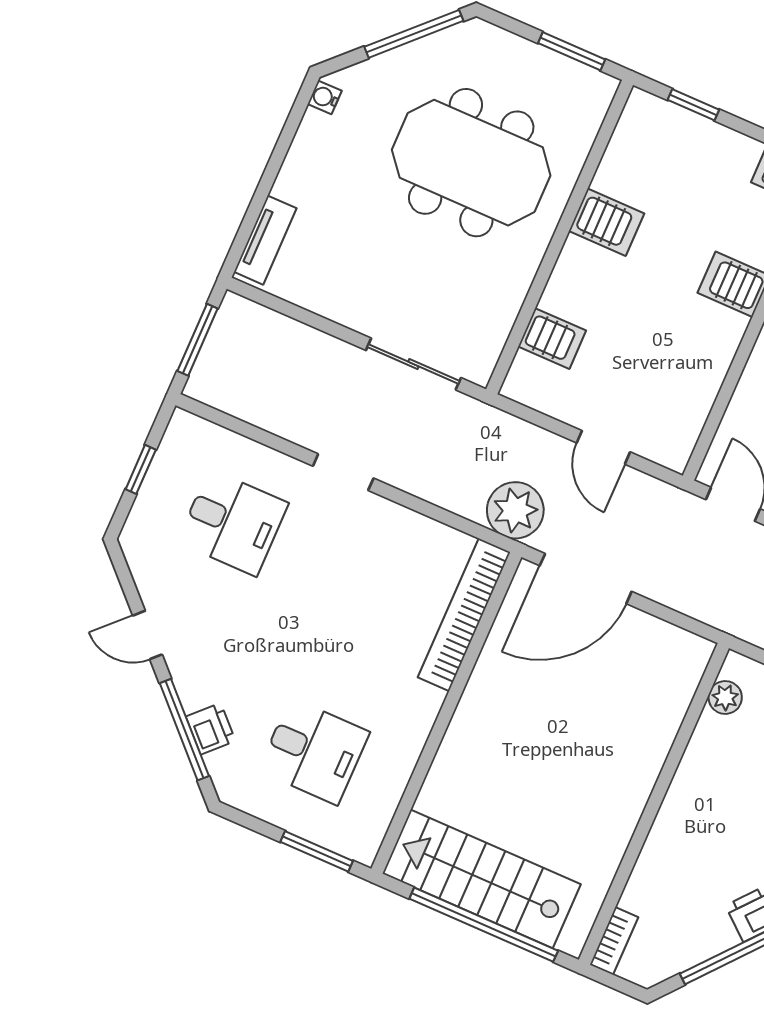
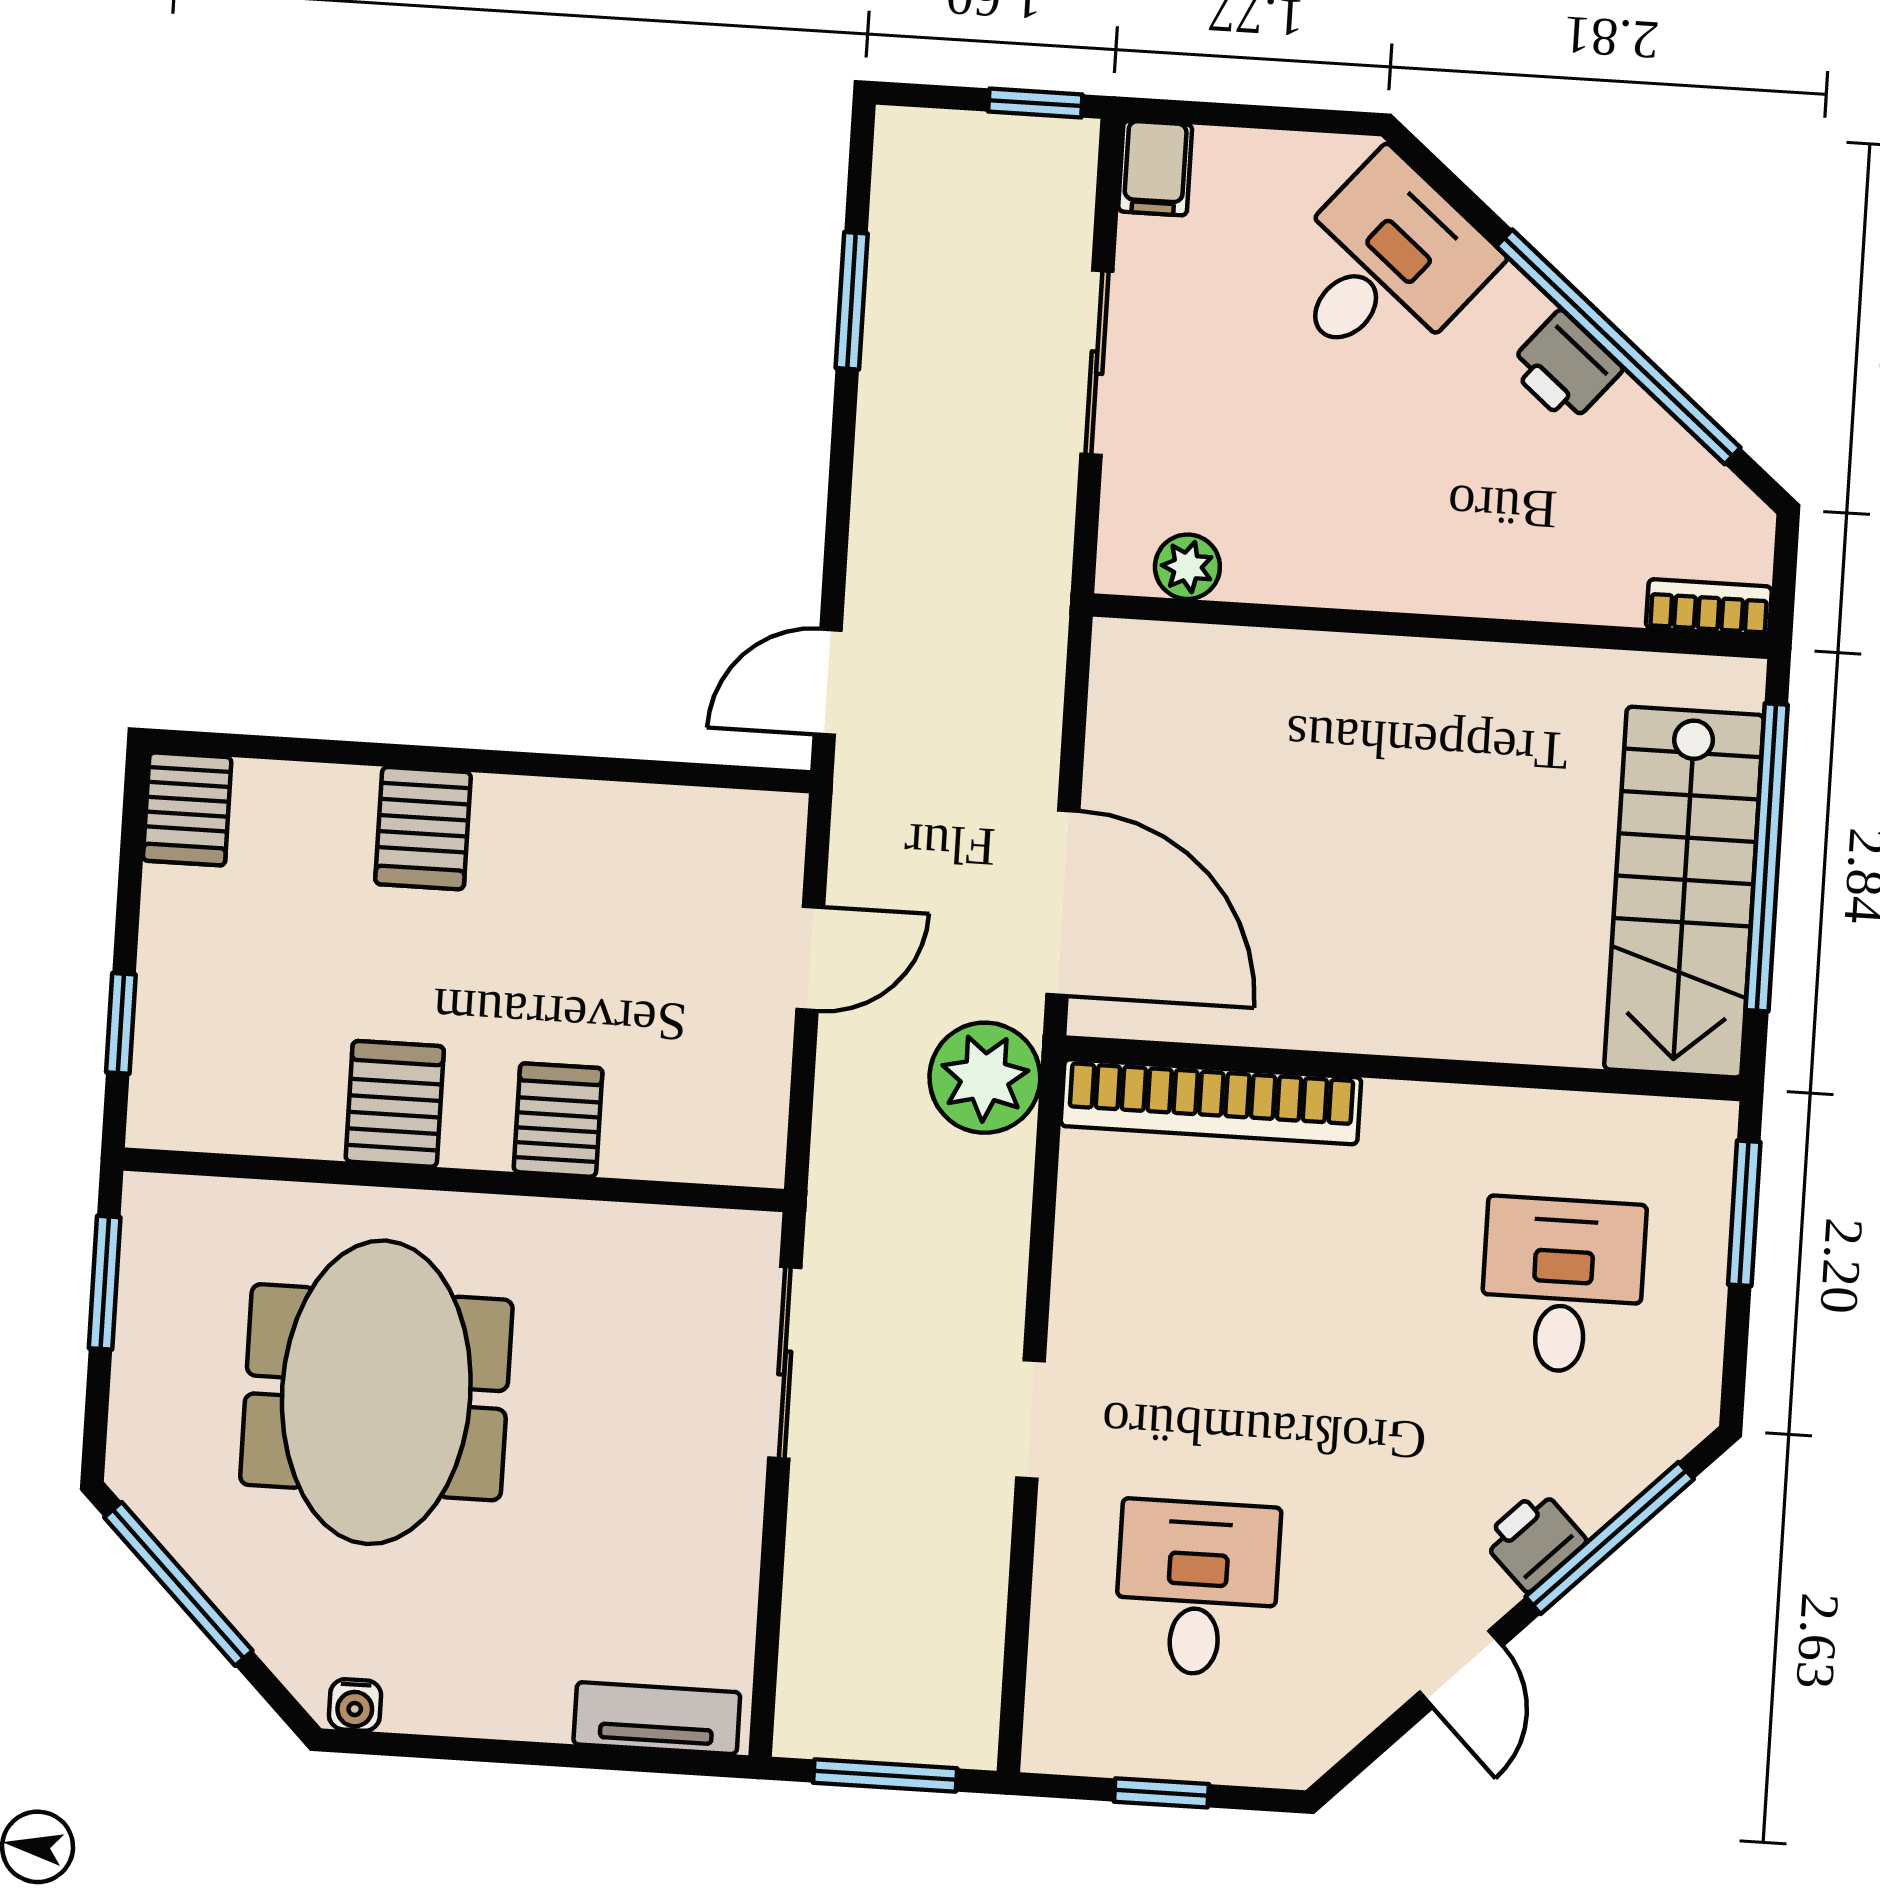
server rack: (552, 339) -> (558, 1120), moved
printer: (211, 729) -> (1534, 1540), moved

